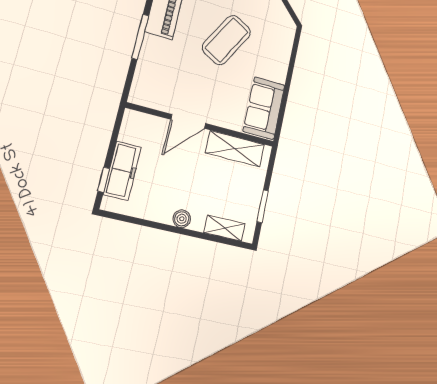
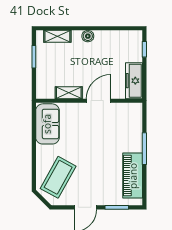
coffee table: (227, 40) -> (58, 177), moved
shelving: (235, 149) -> (69, 93), width x0.67, depth x0.75
freezer: (122, 171) -> (134, 81), moved

